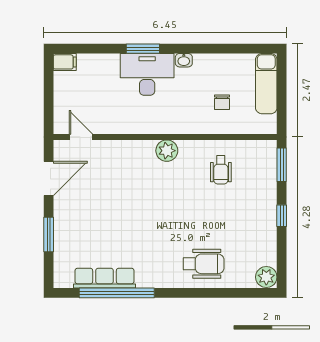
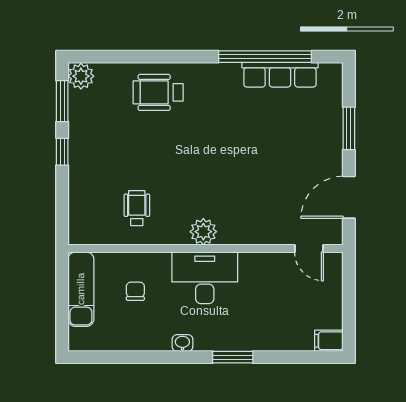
desk: (147, 74) -> (205, 278), moved, turned 180
exam couch: (266, 84) -> (81, 289), moved
window: (282, 165) -> (62, 101), moved

